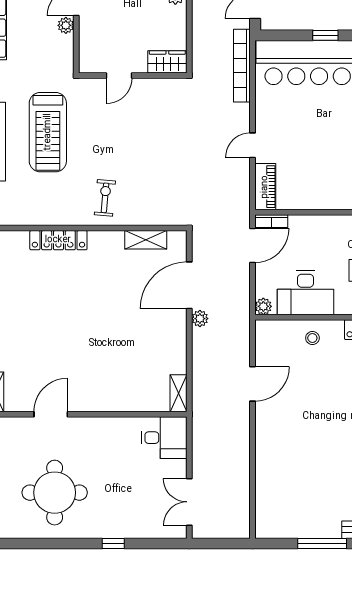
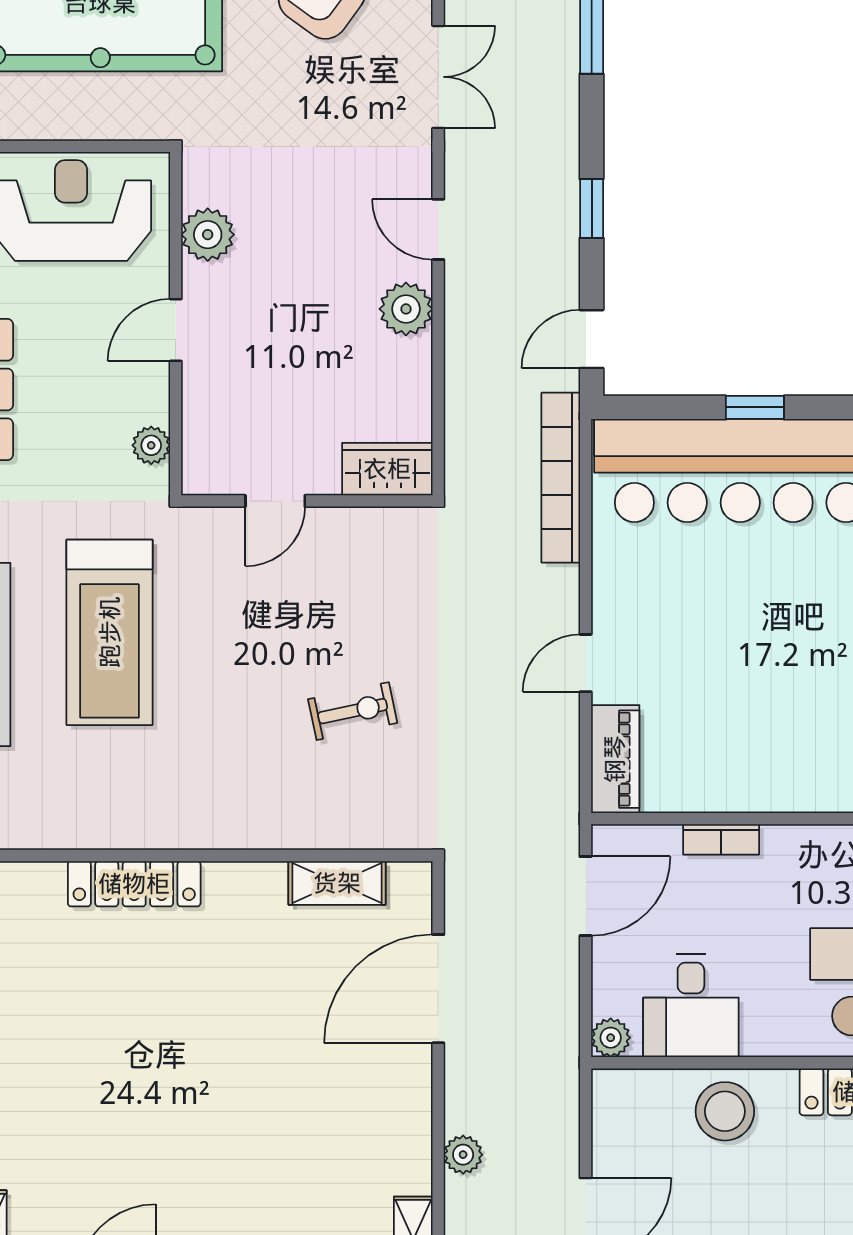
plant: (66, 25) -> (151, 445), moved
exercise bike: (105, 198) -> (353, 711), moved, turned 73
bookcase: (271, 221) -> (721, 839), moved
desk: (305, 293) -> (691, 1006), width x0.73
plant: (200, 319) -> (463, 1155), moved
stool: (312, 338) -> (725, 1111), width x1.89, depth x1.89

